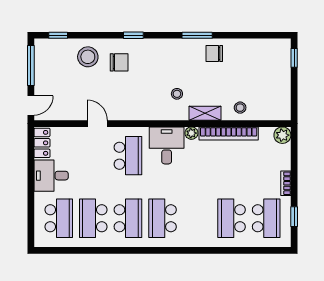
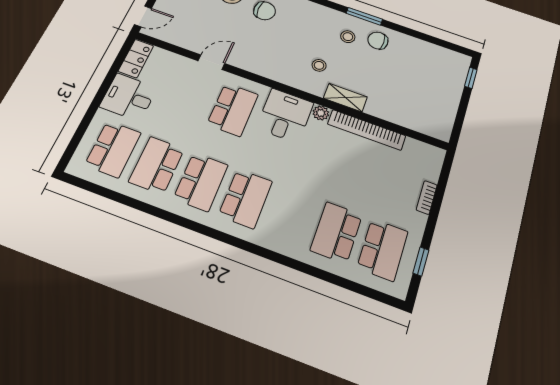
stool: (240, 108) -> (348, 37), moved
door: (97, 124) -> (211, 62), hinge flipped
plant: (282, 135) -> (433, 156), removed
bookcase: (286, 183) -> (427, 197), moved
school desk: (162, 218) -> (245, 198), turned 180

